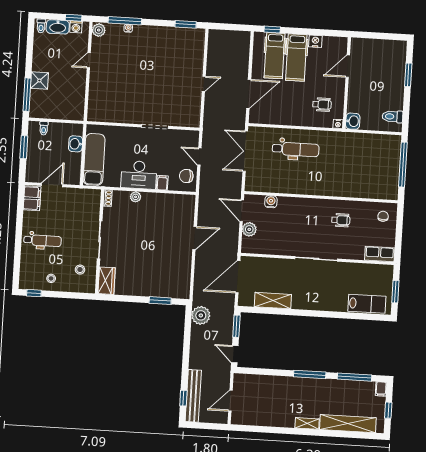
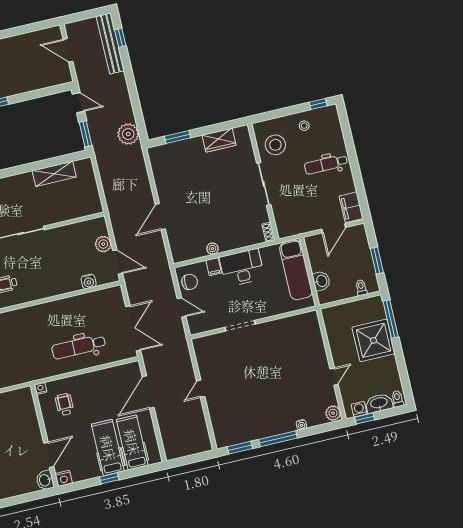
window: (125, 21) -> (278, 439), moved
window: (272, 29) -> (109, 478), moved
nightstand: (315, 41) -> (64, 478), moved
shower: (39, 81) -> (373, 340), width x1.86, depth x1.86
wheelchair: (322, 105) -> (64, 404), turned 90
washbasin: (353, 121) -> (45, 480), moved
plant: (136, 197) -> (212, 249), moved
stool: (80, 270) -> (275, 145), width x1.89, depth x1.89
door: (238, 277) -> (100, 188), removed
wardrobe: (107, 281) -> (219, 140), moved, turned -90
door: (230, 401) -> (68, 50), swing flipped

